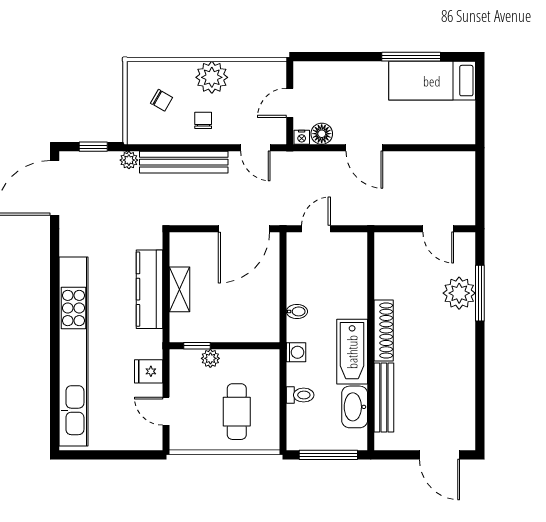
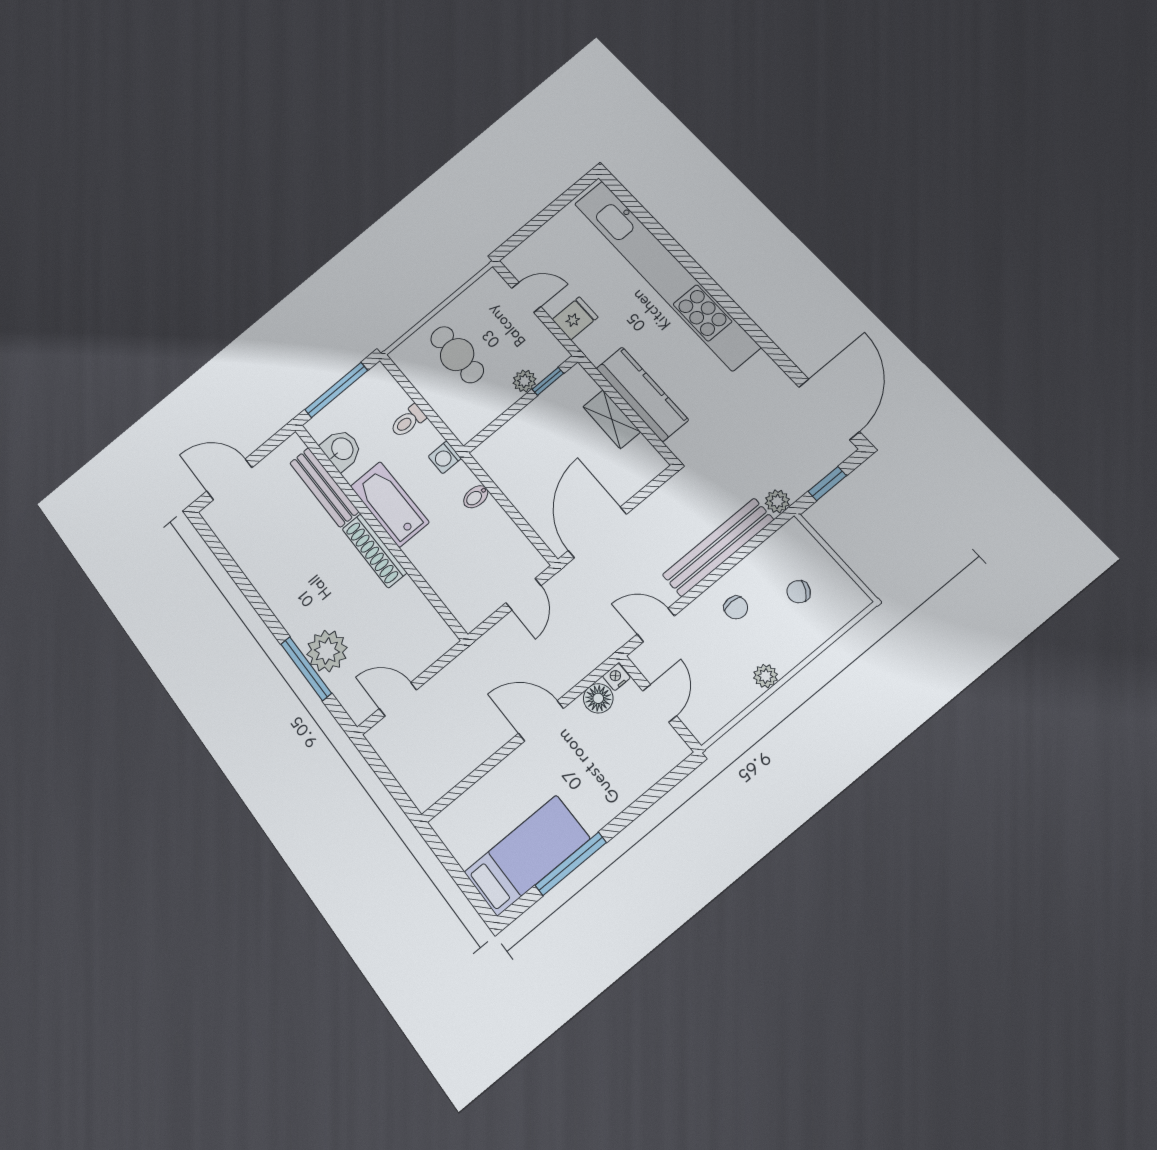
plant: (212, 77) -> (766, 676), width x0.53, depth x0.53
washbasin: (355, 407) -> (342, 449), width x0.72

